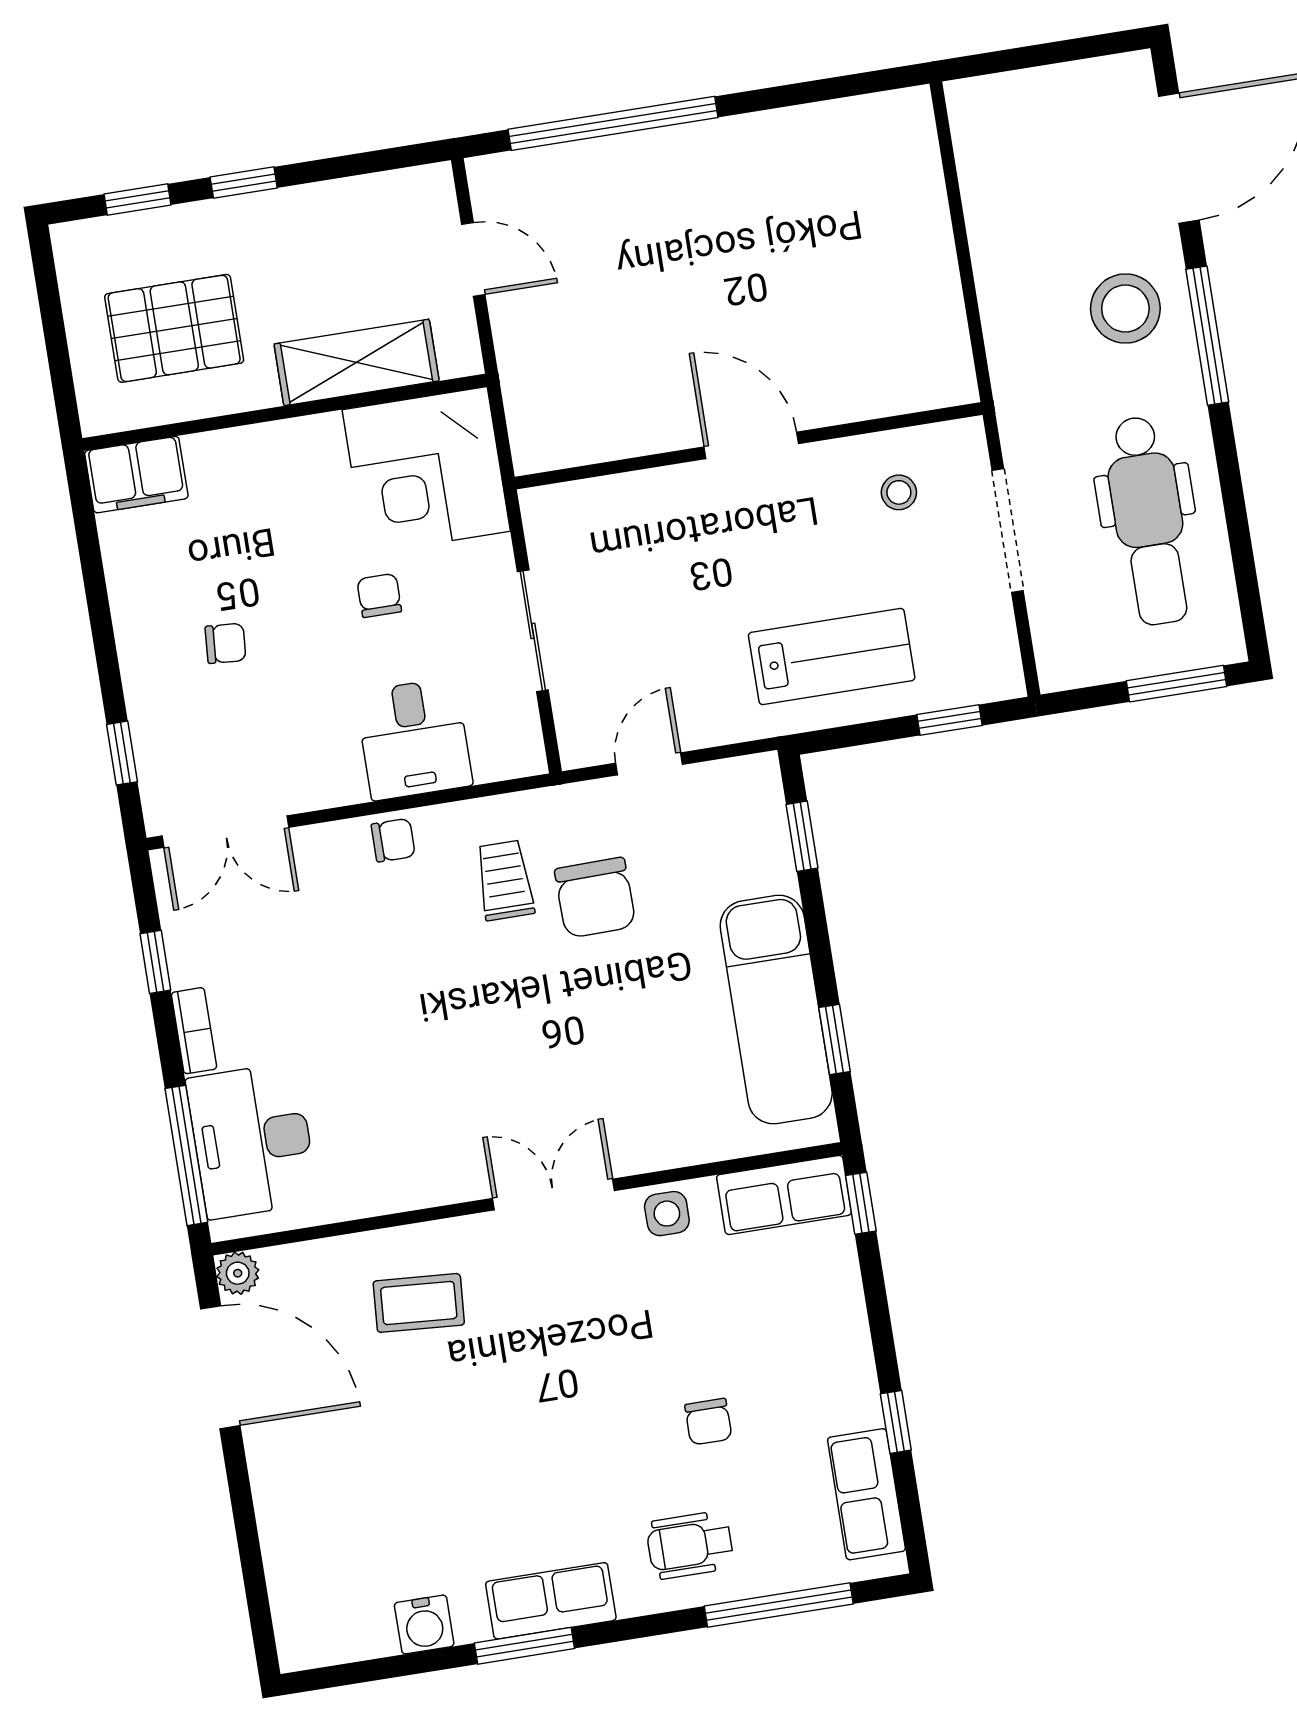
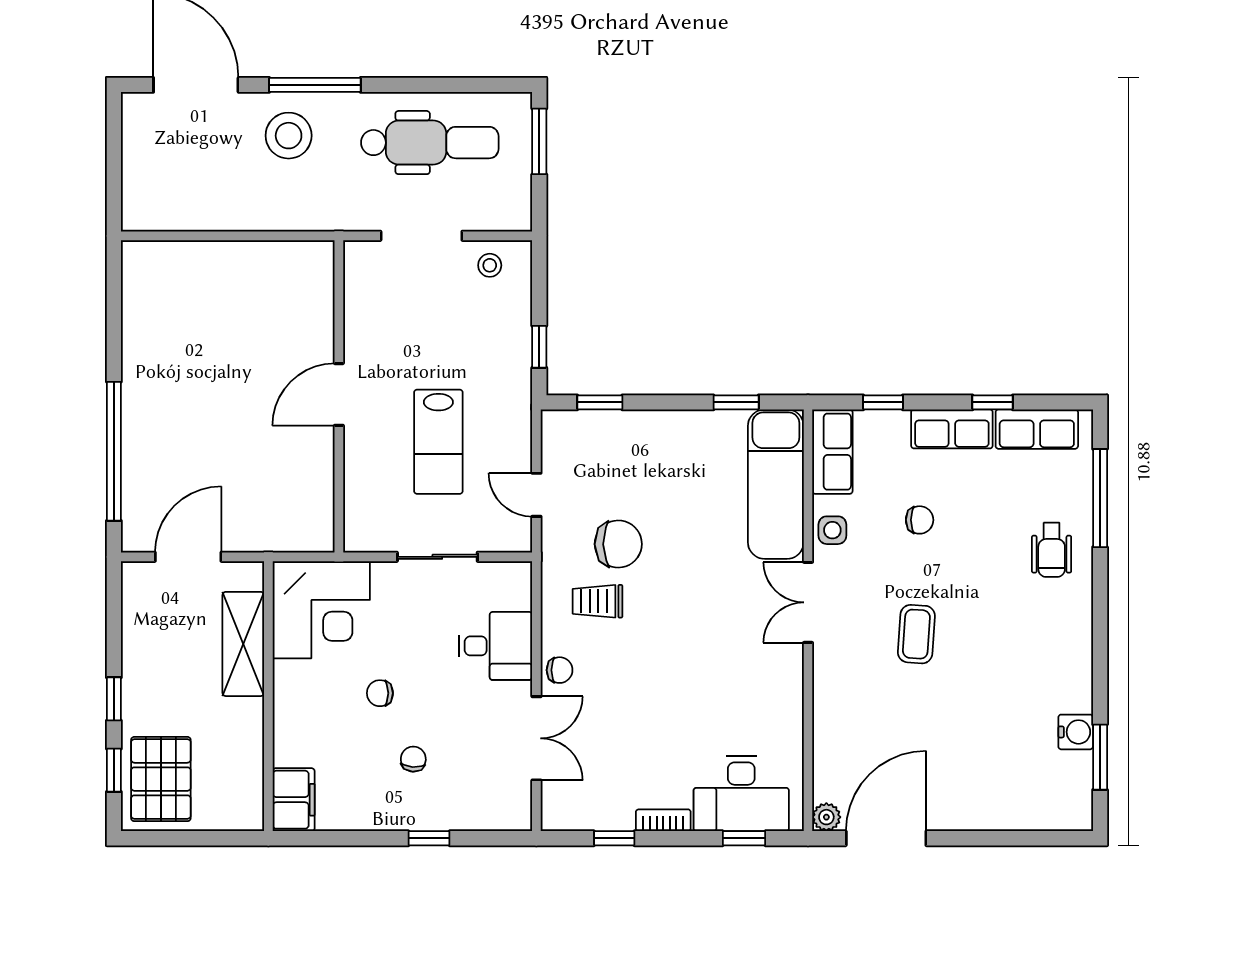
door: (473, 259) -> (188, 557), width x1.38
pallet: (174, 328) -> (161, 779), moved
stool: (899, 492) -> (490, 265), moved
chair: (379, 596) -> (380, 693), moved
lab bench: (832, 657) -> (438, 442), moved, turned 180
window: (949, 720) -> (539, 347), moved
window: (122, 753) -> (429, 838), moved
double door: (225, 832) -> (536, 738), moved
chair: (393, 840) -> (560, 670), turned 90
exam couch: (776, 1010) -> (776, 484), moved, turned 90
window: (186, 1155) -> (744, 838), width x0.46
window: (861, 1203) -> (883, 402), moved
coffee table: (419, 1303) -> (916, 634), moved
chair: (708, 1422) -> (920, 520), moved
row of seats: (551, 1601) -> (952, 429), moved, turned -90
window: (524, 1646) -> (1100, 757), moved

